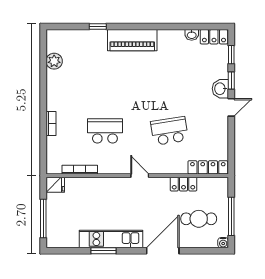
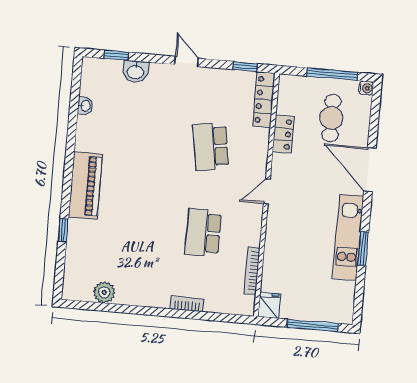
locker: (214, 37) -> (90, 76), removed
window: (231, 80) -> (245, 67), moved
washbasin: (220, 89) -> (136, 72), moved

